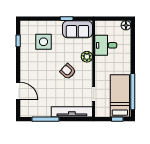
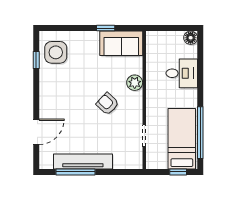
side table: (43, 42) -> (56, 52), moved
desk: (106, 45) -> (182, 73), moved, turned 180
door: (18, 91) -> (36, 132), hinge flipped
tv unit: (72, 112) -> (83, 162), moved

